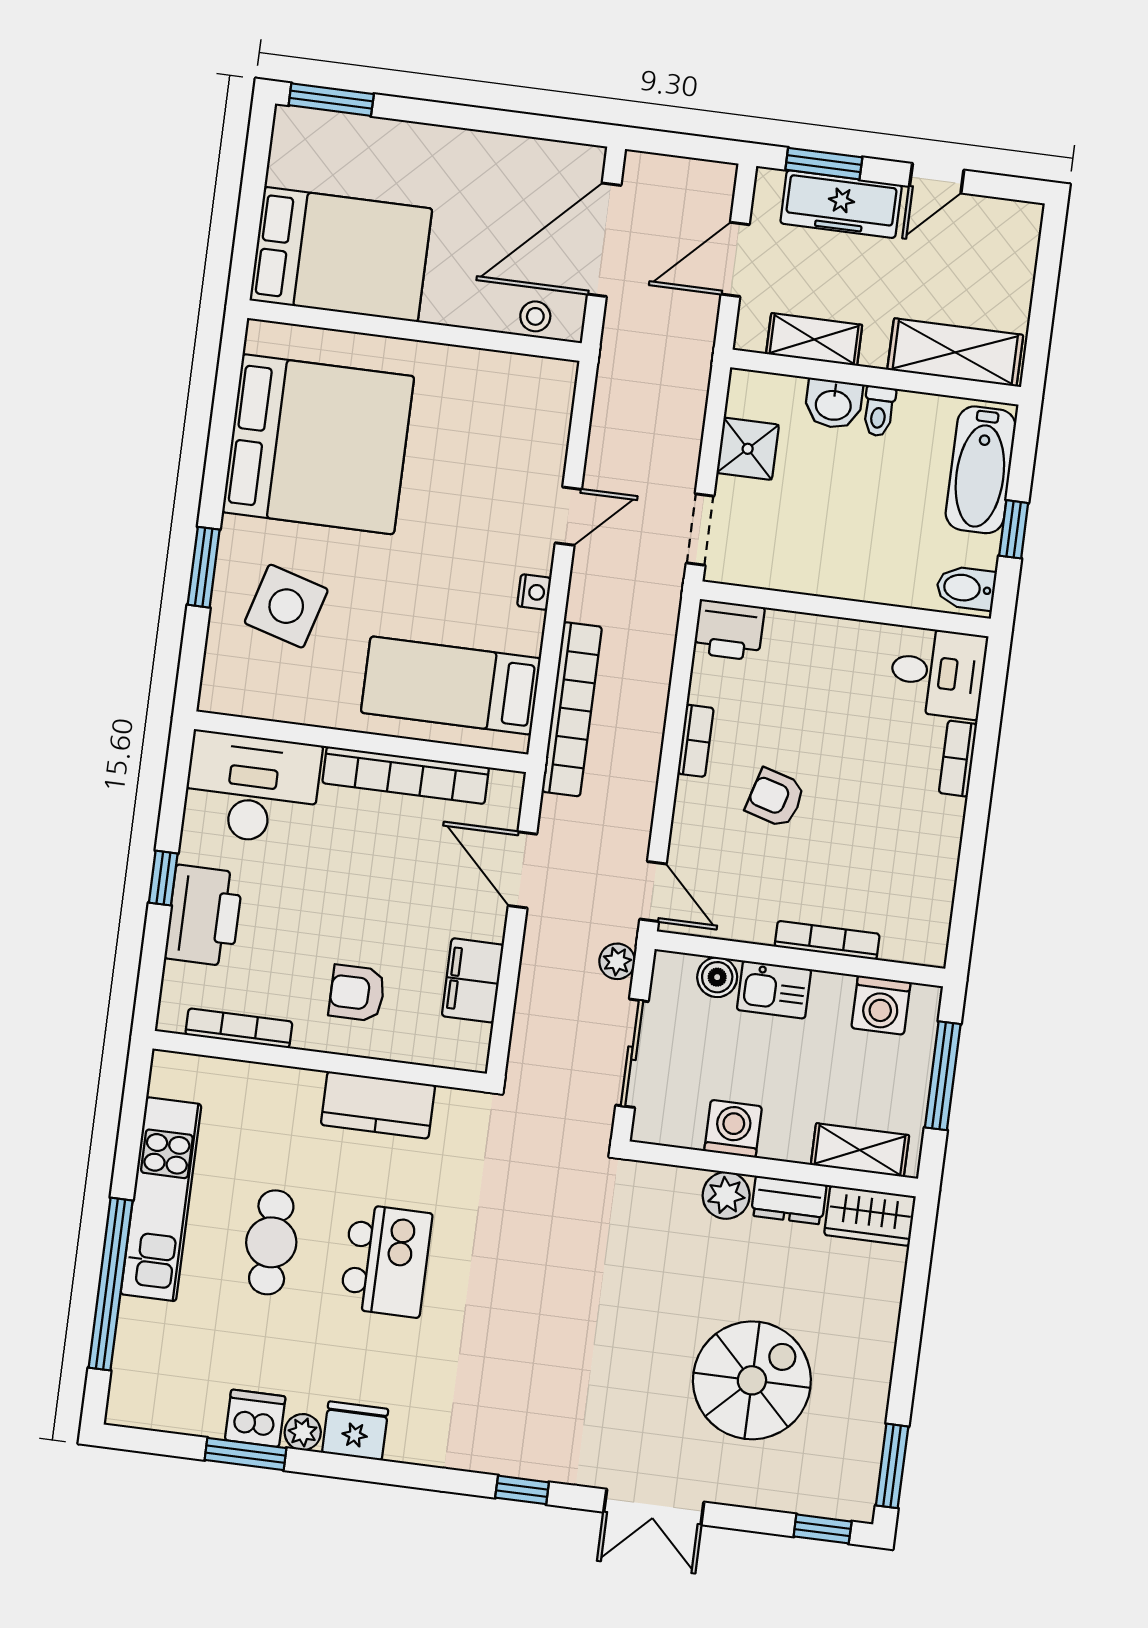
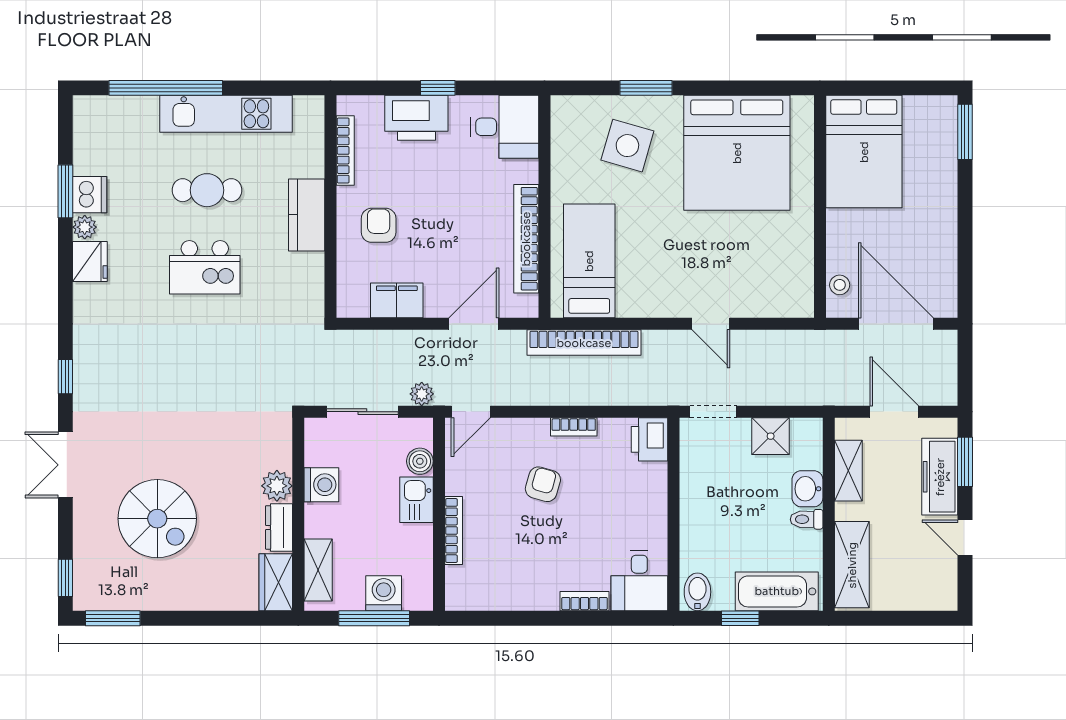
nightstand: (534, 592) -> (658, 308), removed
desk: (252, 788) -> (504, 127), width x0.73
washing machine: (881, 1005) -> (384, 593), moved, turned 90
kitchen counter: (378, 1105) -> (307, 215), moved

